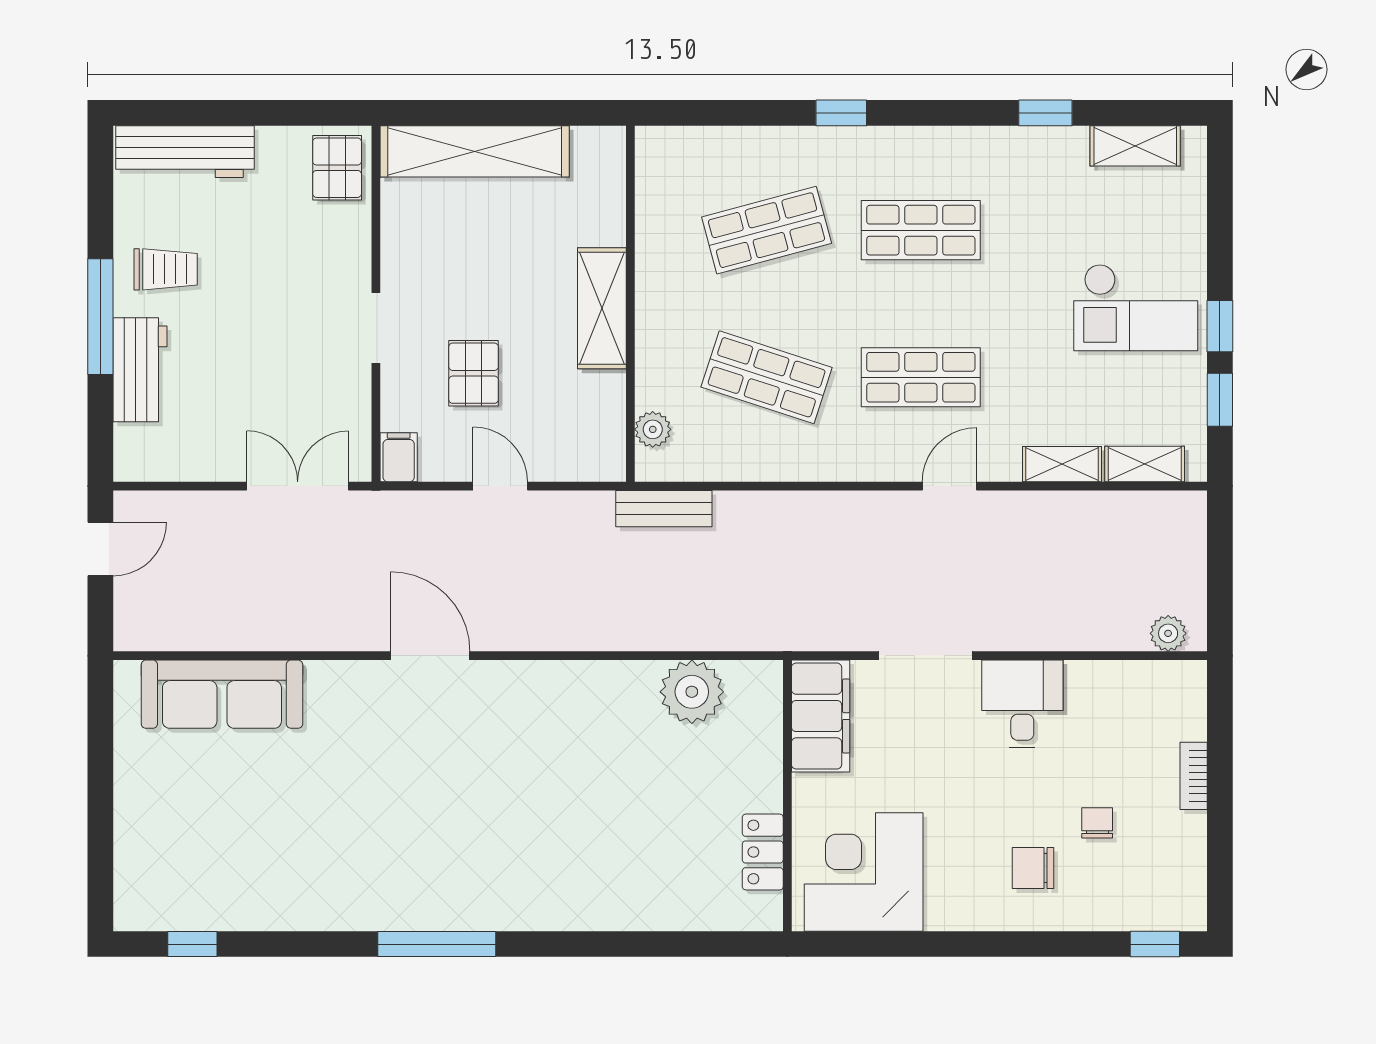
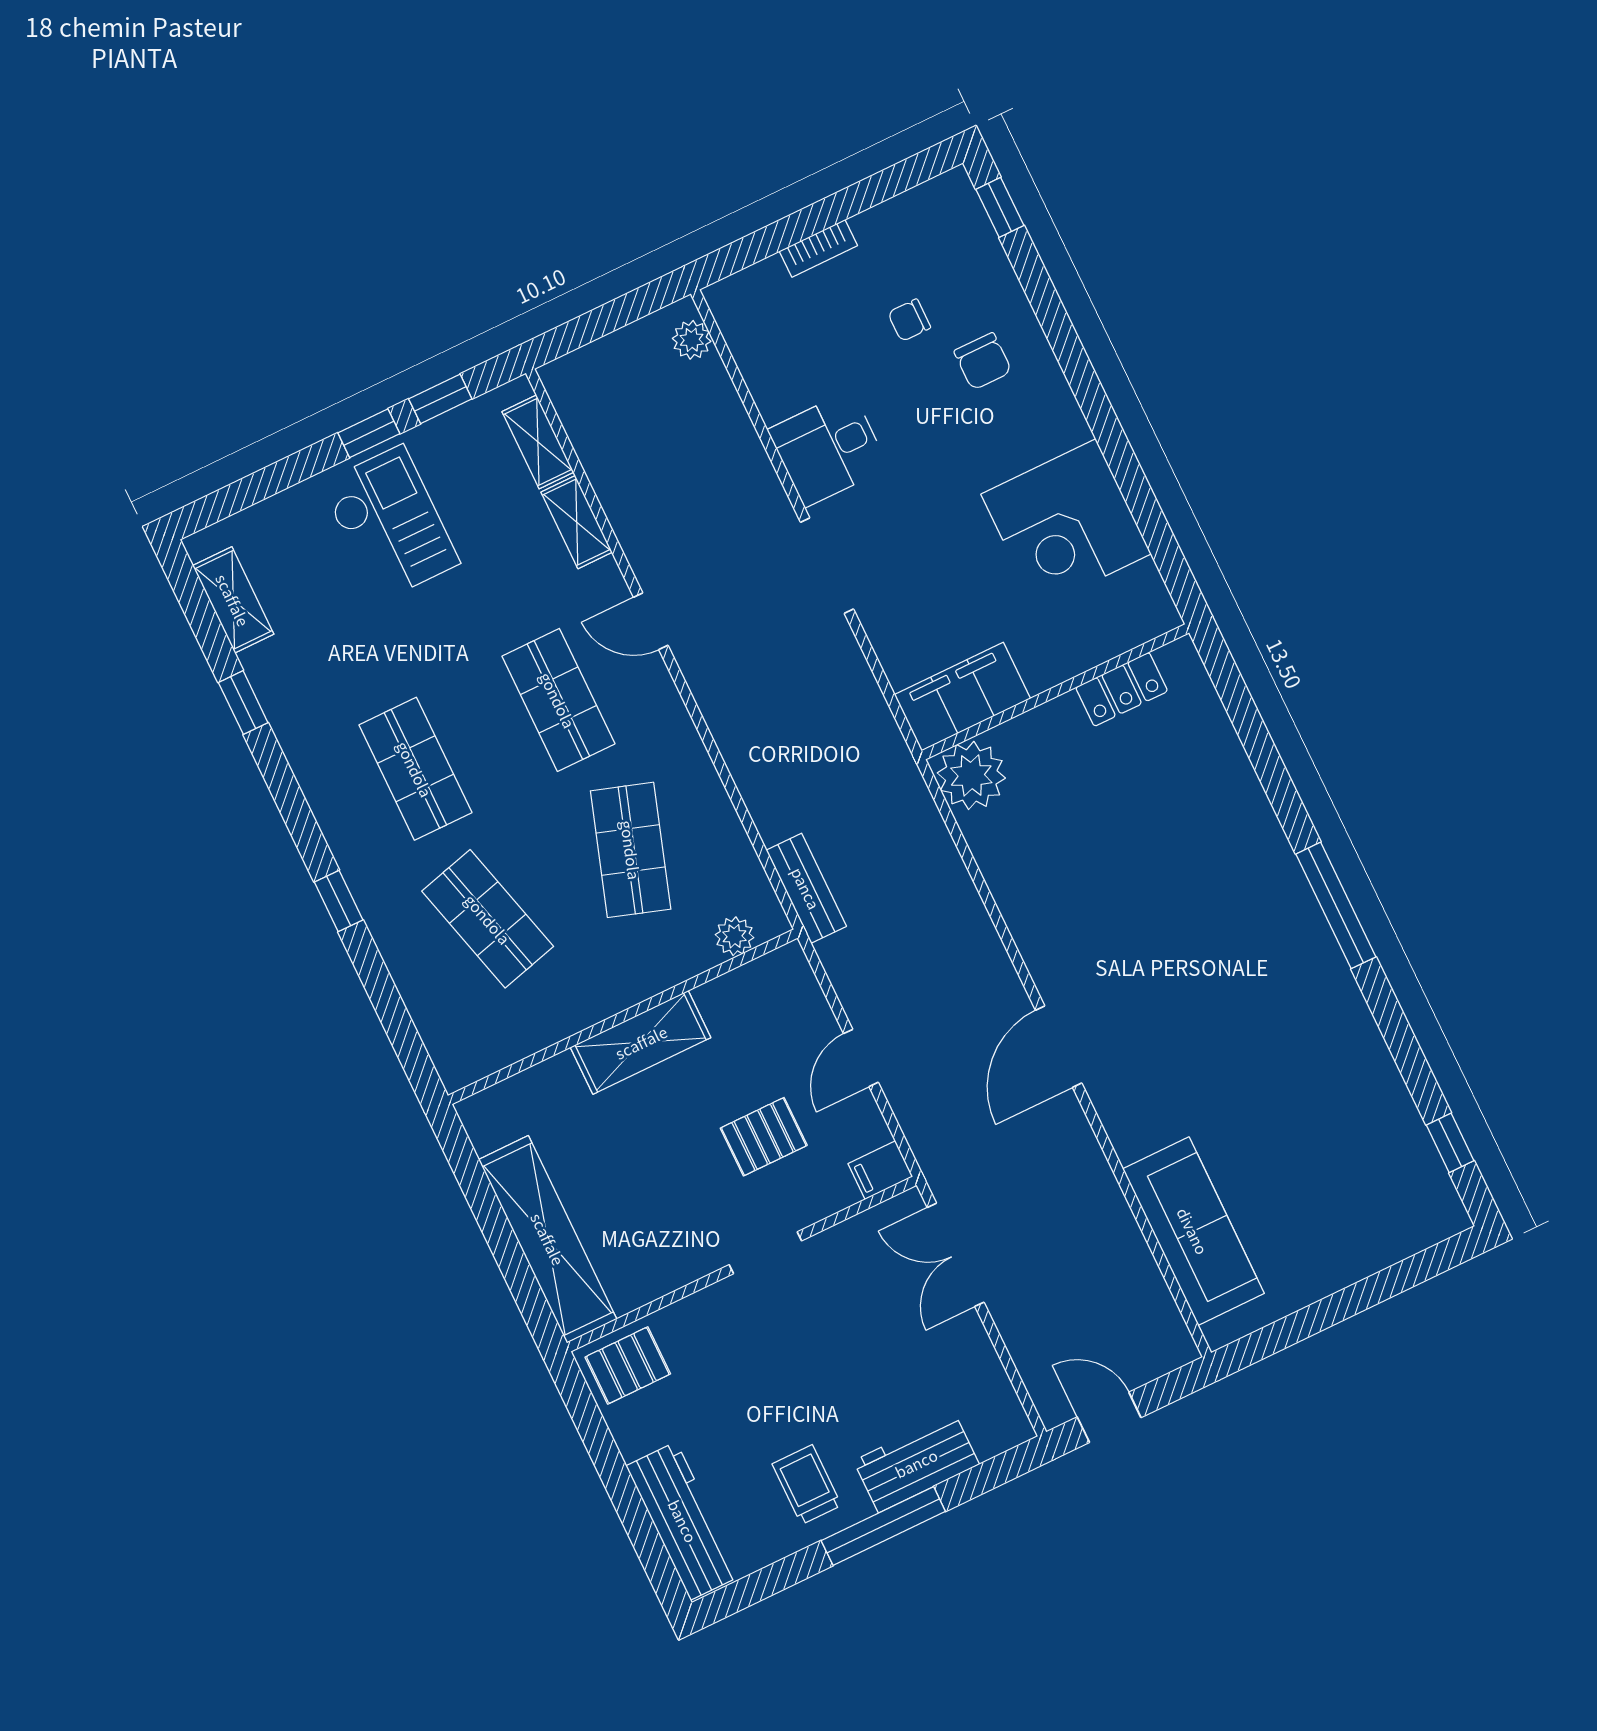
filing cabinet: (821, 716) -> (962, 697), moved
wall: (787, 796) -> (1055, 692), moved
locker: (763, 852) -> (1122, 689), moved

